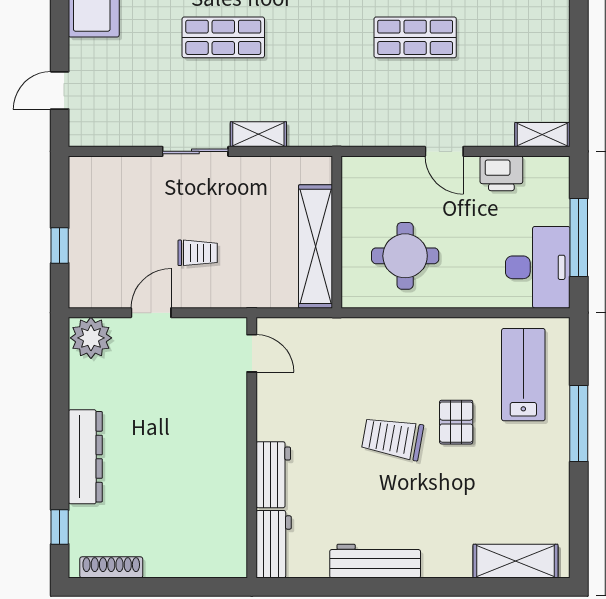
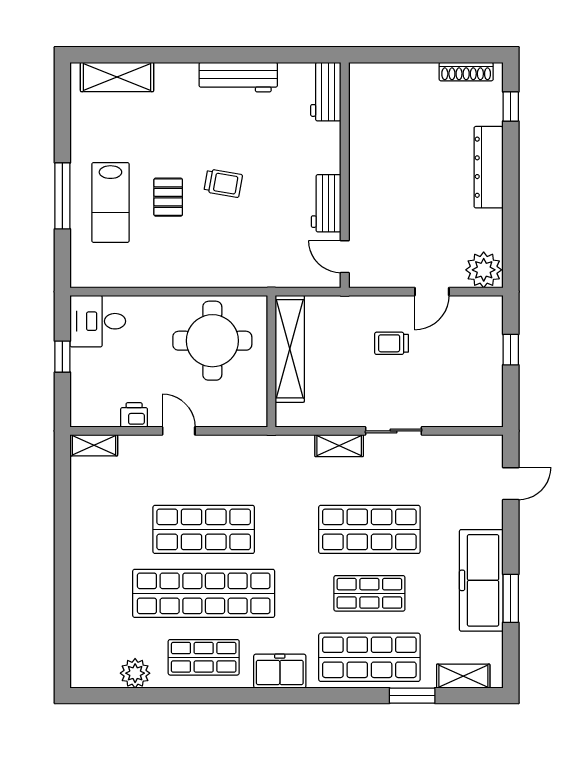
shop shelf: (223, 37) -> (369, 529), width x1.43, depth x1.36
shop shelf: (415, 37) -> (204, 529), width x1.43, depth x1.36
printer: (501, 173) -> (134, 415), width x0.73, depth x0.81
window: (579, 237) -> (62, 357), width x0.46
round table: (405, 256) -> (212, 341), width x1.36, depth x1.36
desk: (538, 267) -> (98, 321), width x0.73
lab bench: (523, 375) -> (110, 202), moved
trolley: (393, 438) -> (223, 183), width x0.73, depth x0.72
workbench: (273, 475) -> (326, 203), moved

